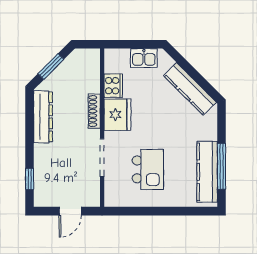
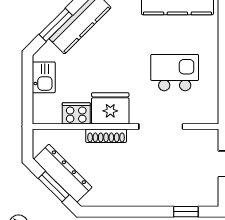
window: (188, 68) -> (56, 25), added
dresser: (43, 117) -> (63, 173), moved, turned 45

